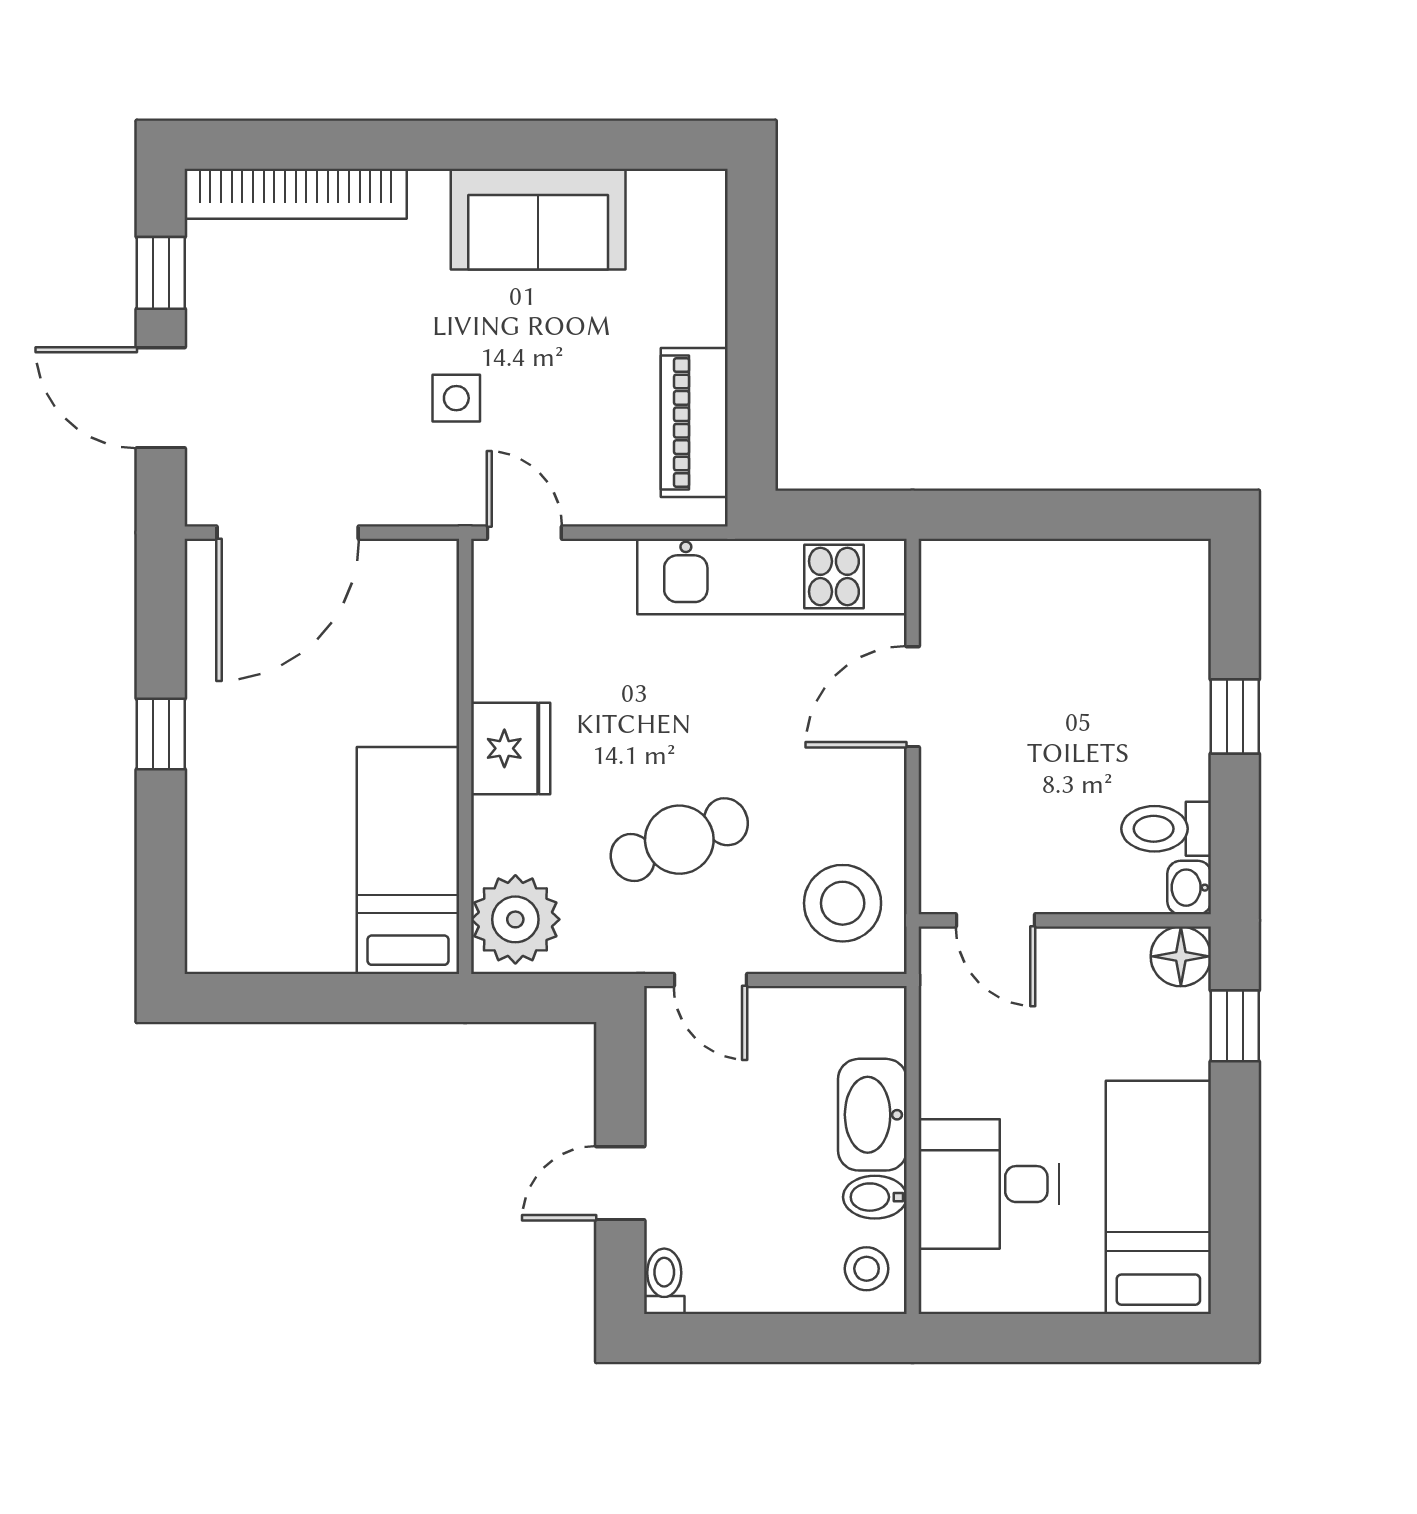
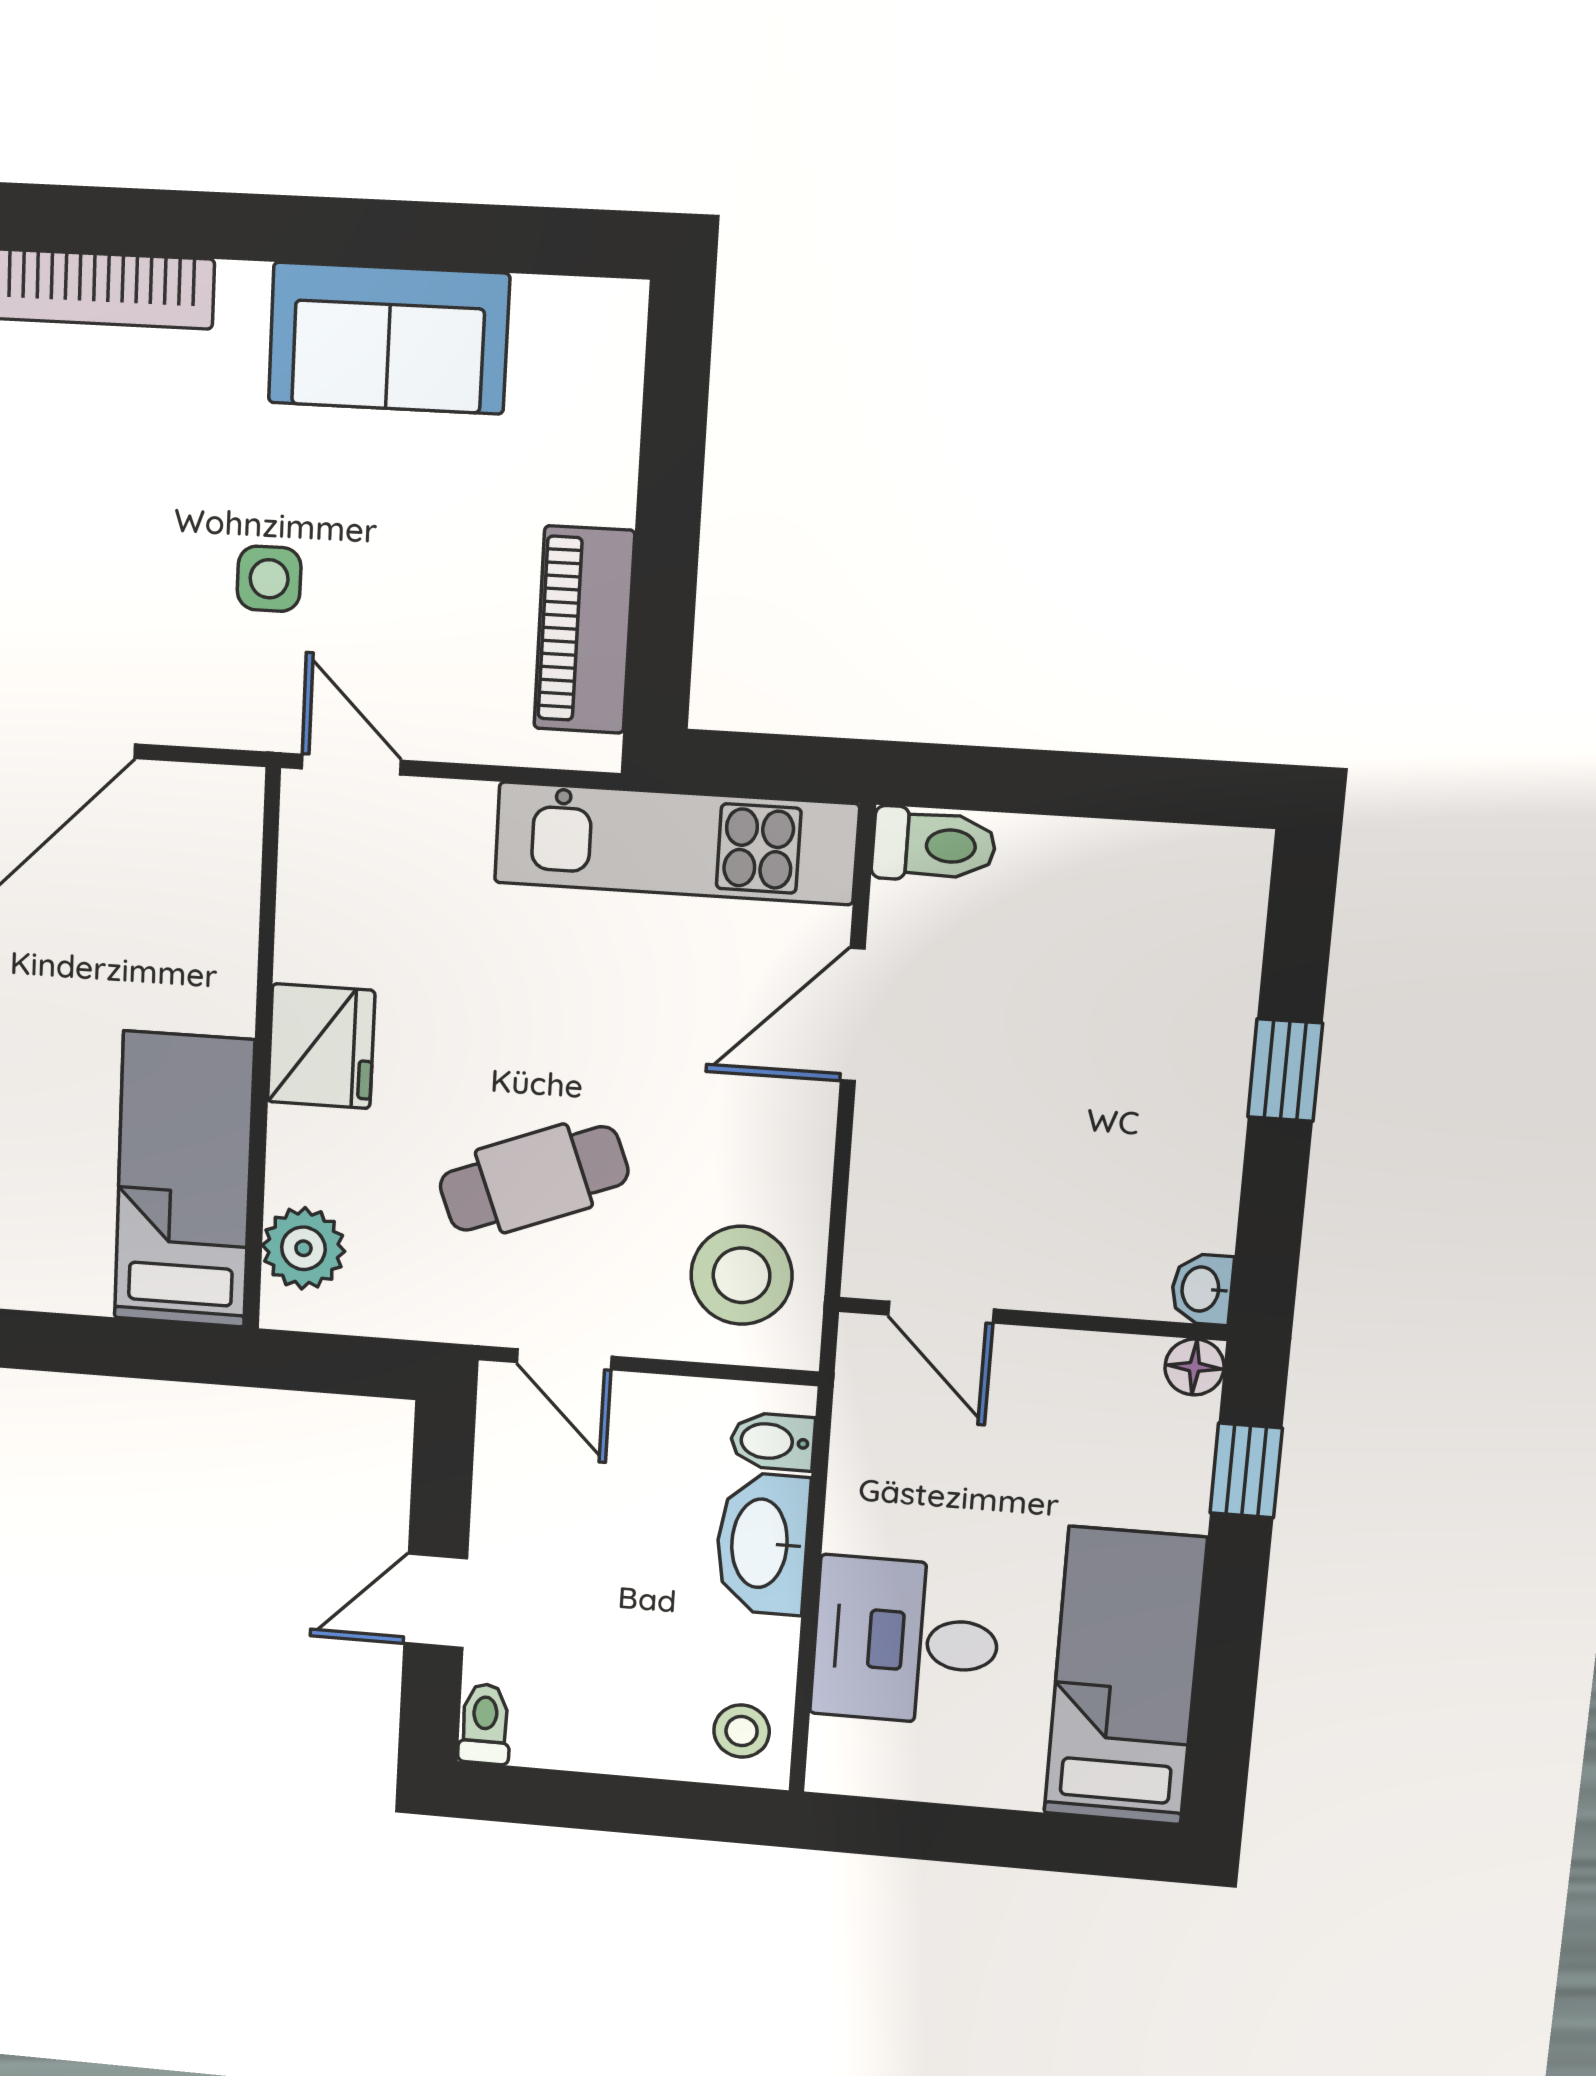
toilet: (1166, 829) -> (934, 845), moved, turned 180
plant: (515, 919) -> (303, 1248), width x0.73, depth x0.73
floor lamp: (1181, 956) -> (1194, 1367), width x0.73, depth x0.73
bidet: (875, 1197) -> (772, 1441), moved

